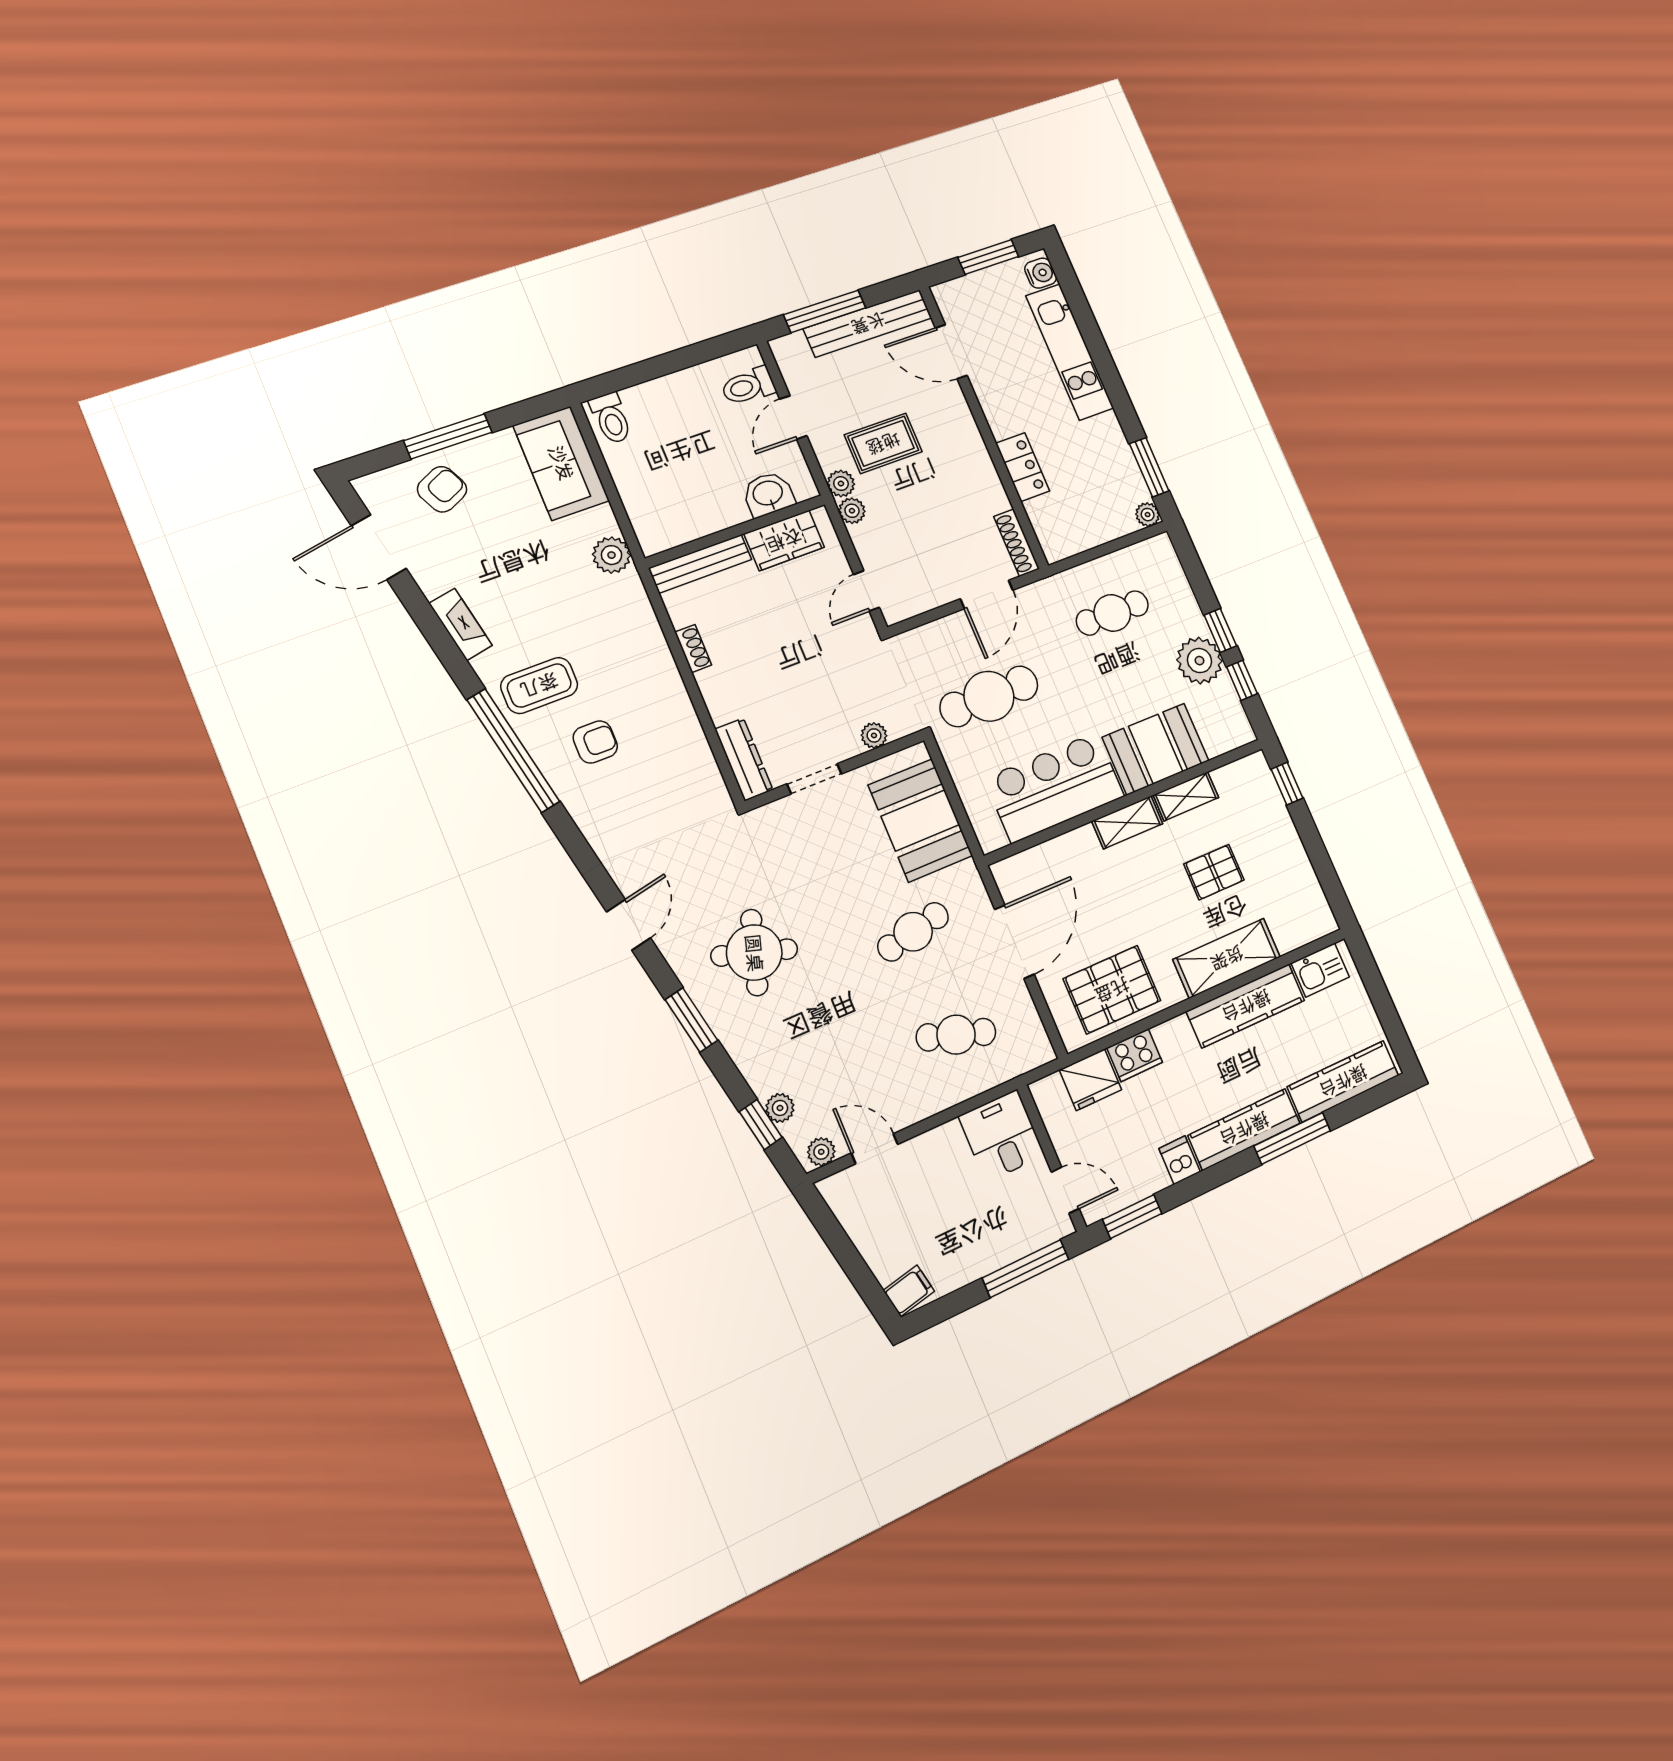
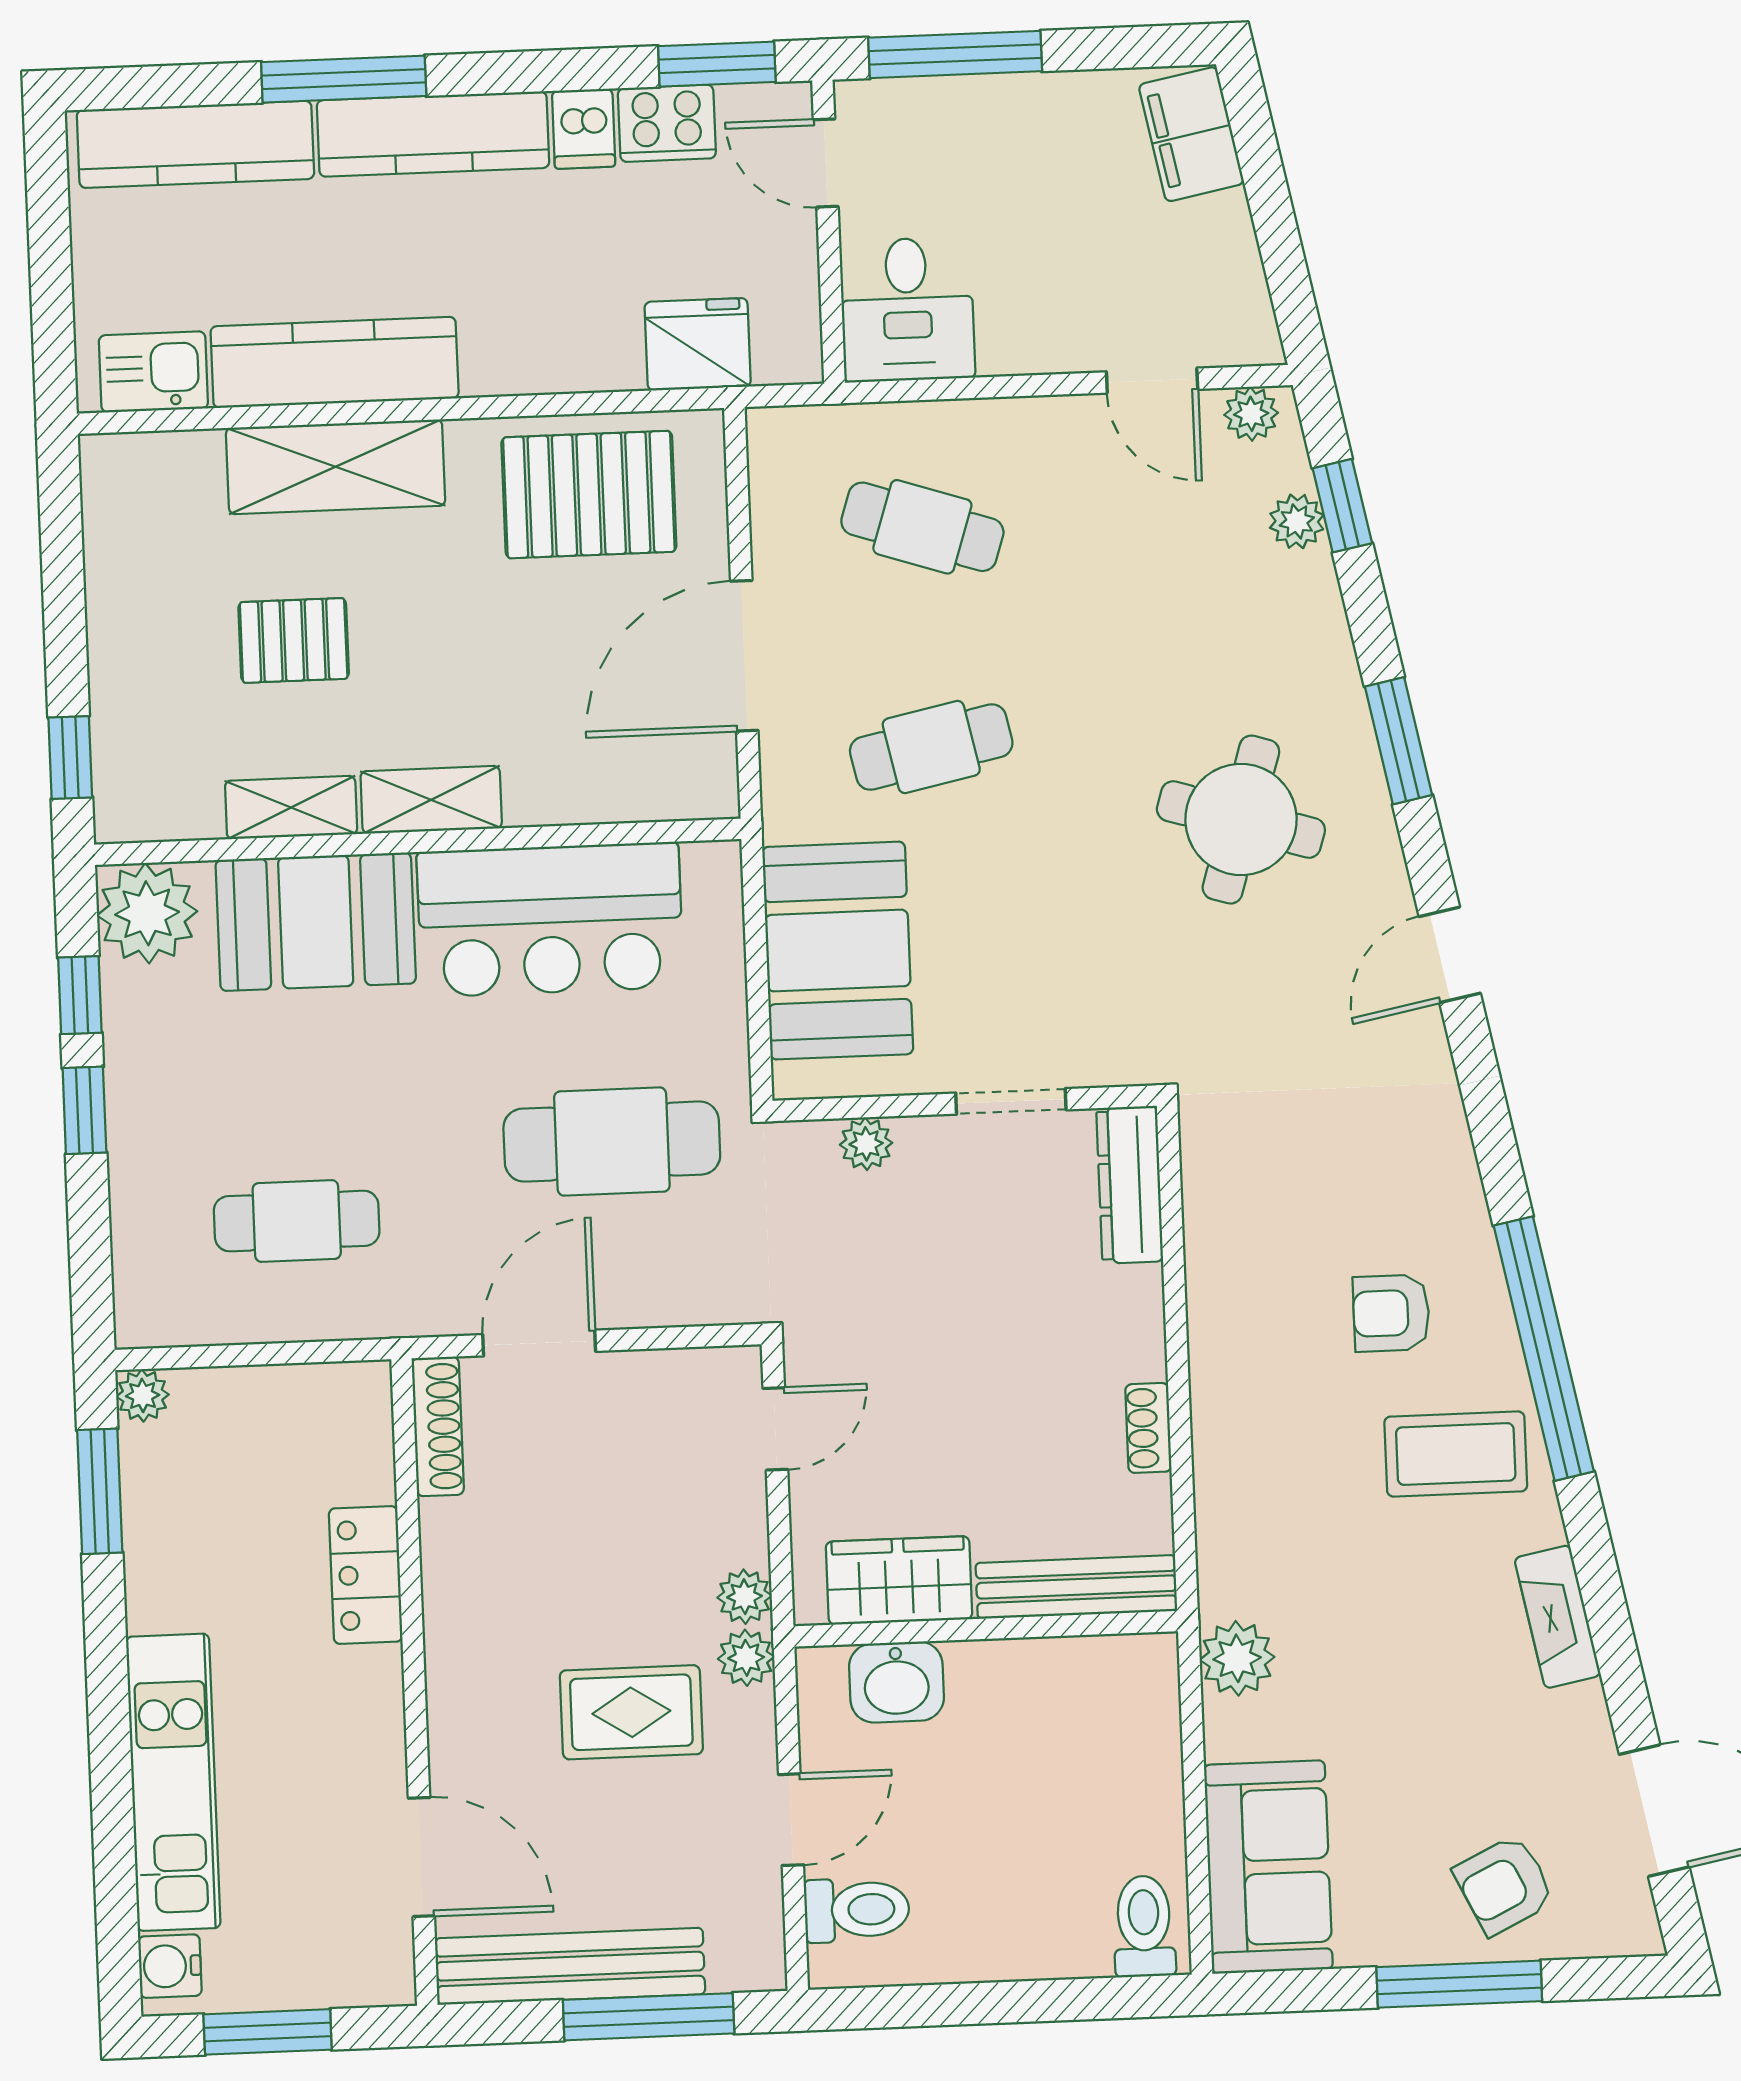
plant: (1199, 661) -> (147, 913), moved
cooker: (1135, 1055) -> (667, 123), moved, turned 180
filing cabinet: (909, 1291) -> (1191, 134), width x2.00

